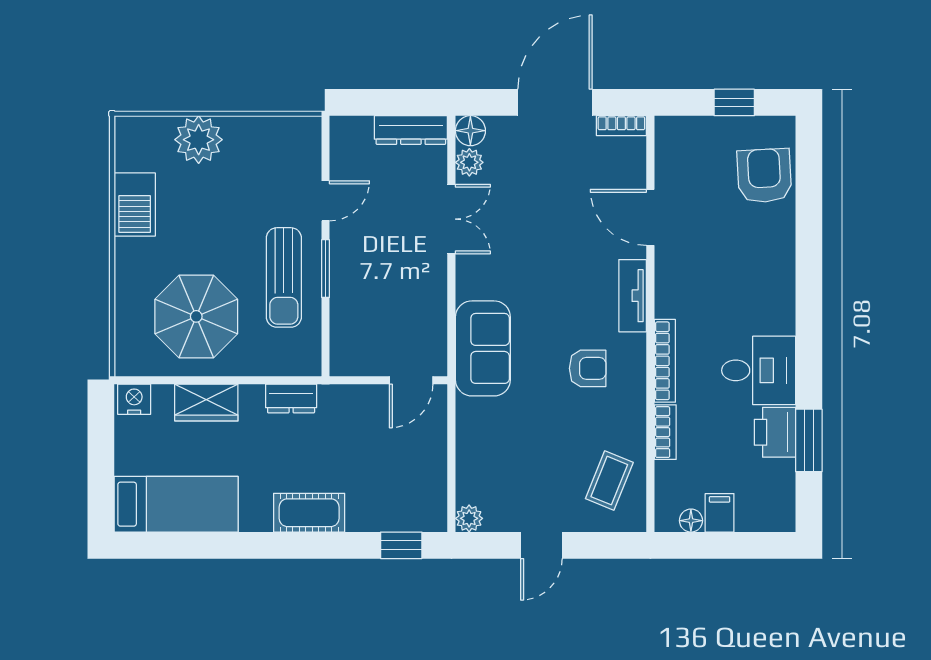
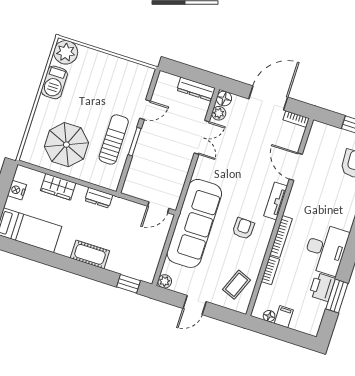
plant: (199, 140) -> (66, 52), moved
sun lounger: (284, 277) -> (114, 139), turned 180
sofa: (483, 348) -> (194, 223), width x1.85, depth x1.27
armchair: (588, 368) -> (243, 228), turned -88
desk: (759, 370) -> (326, 249), width x1.37
nightstand: (134, 399) -> (17, 190), moved, turned -90

